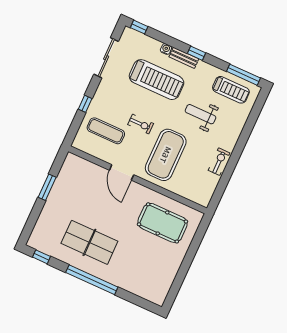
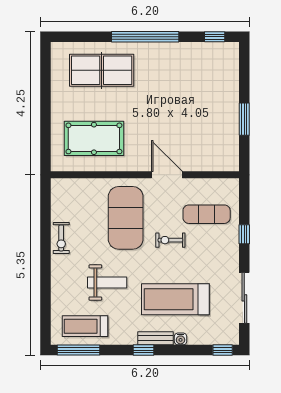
table tennis table: (89, 242) -> (102, 70), moved

